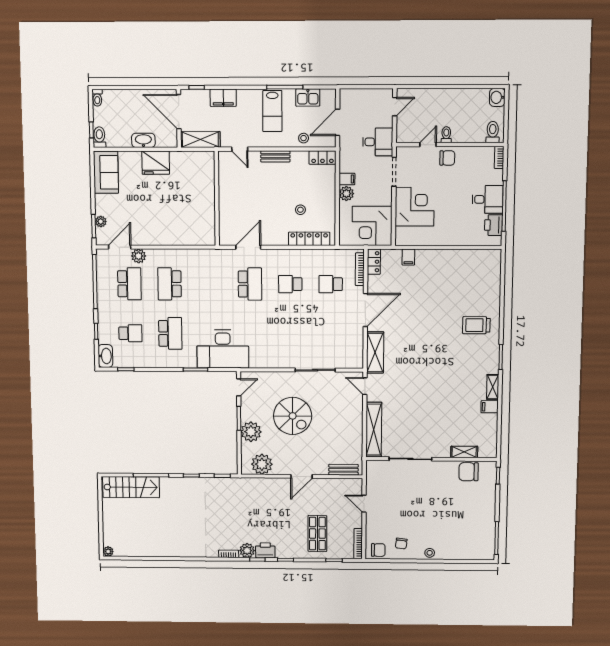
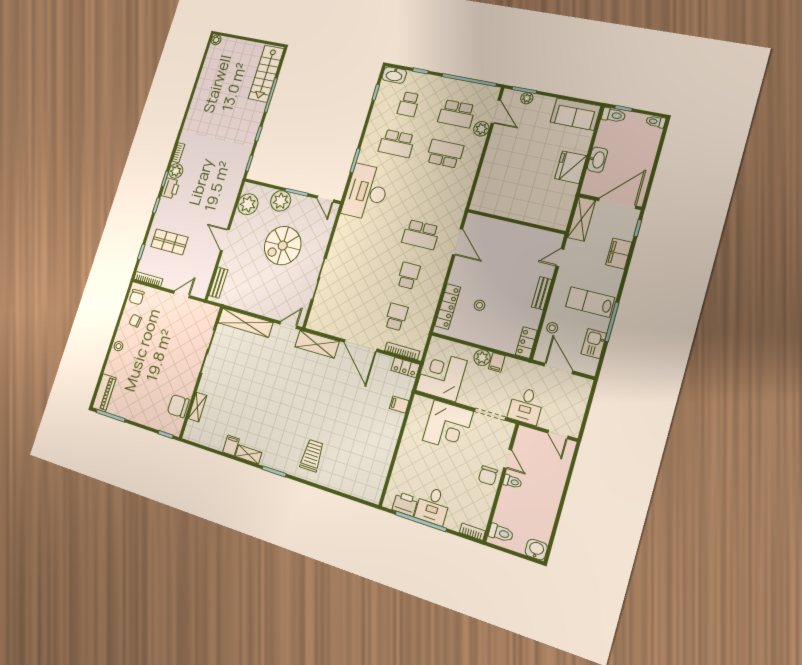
chair: (469, 472) -> (178, 406), turned -90
piano: (477, 553) -> (104, 393), added

